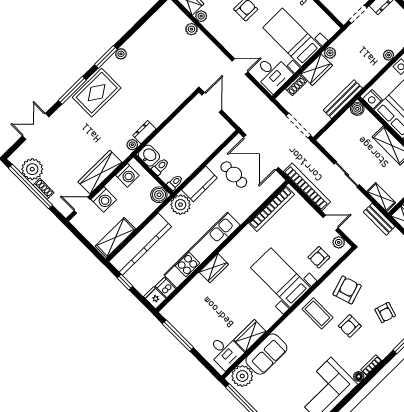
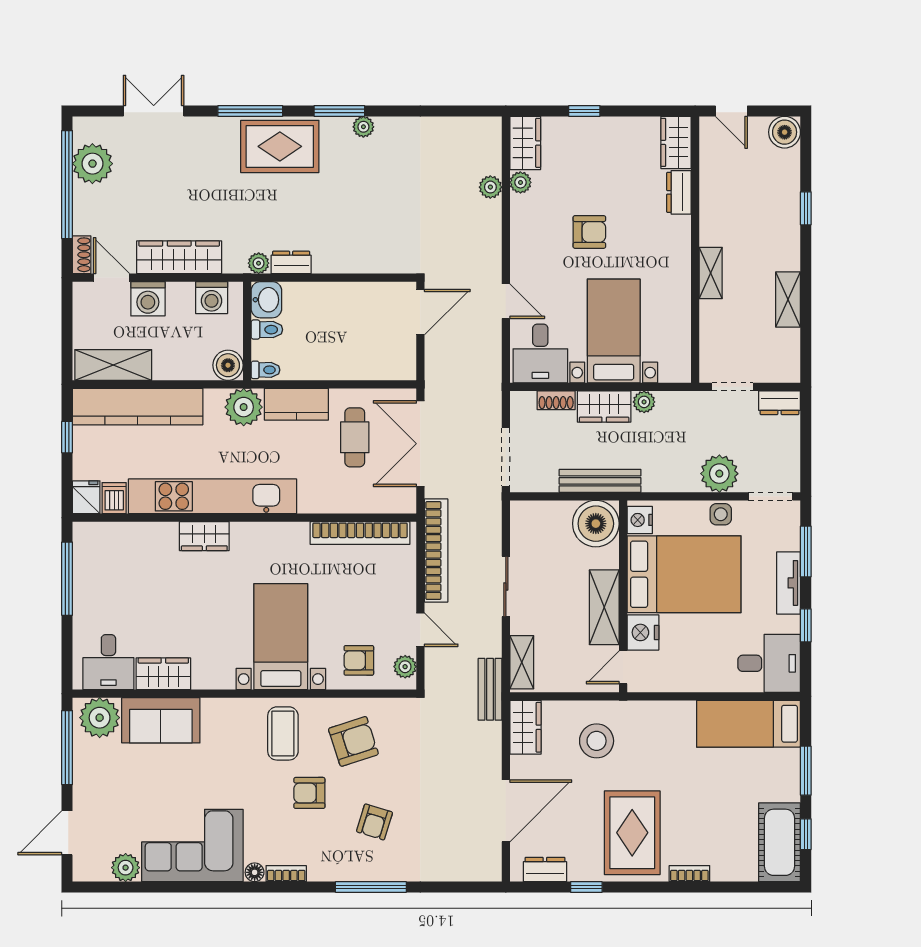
plant: (389, 55) -> (719, 474), width x1.87, depth x1.87
boiler: (357, 109) -> (596, 524), width x1.86, depth x1.86
shoe rack: (44, 189) -> (82, 255), moved

